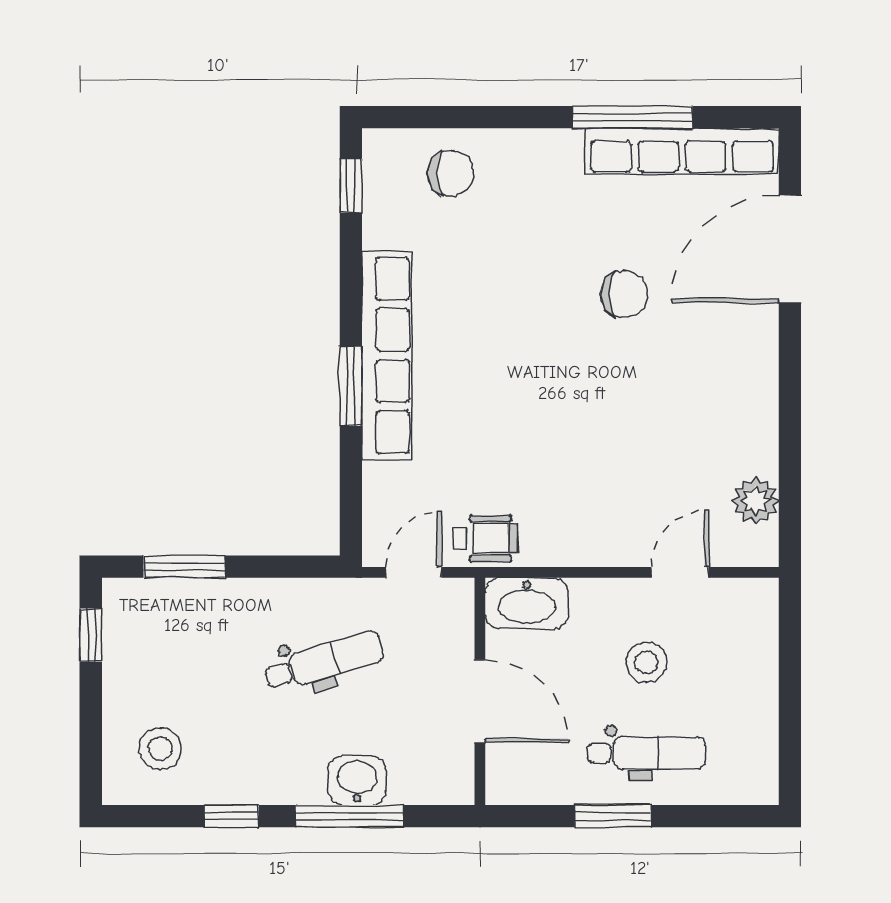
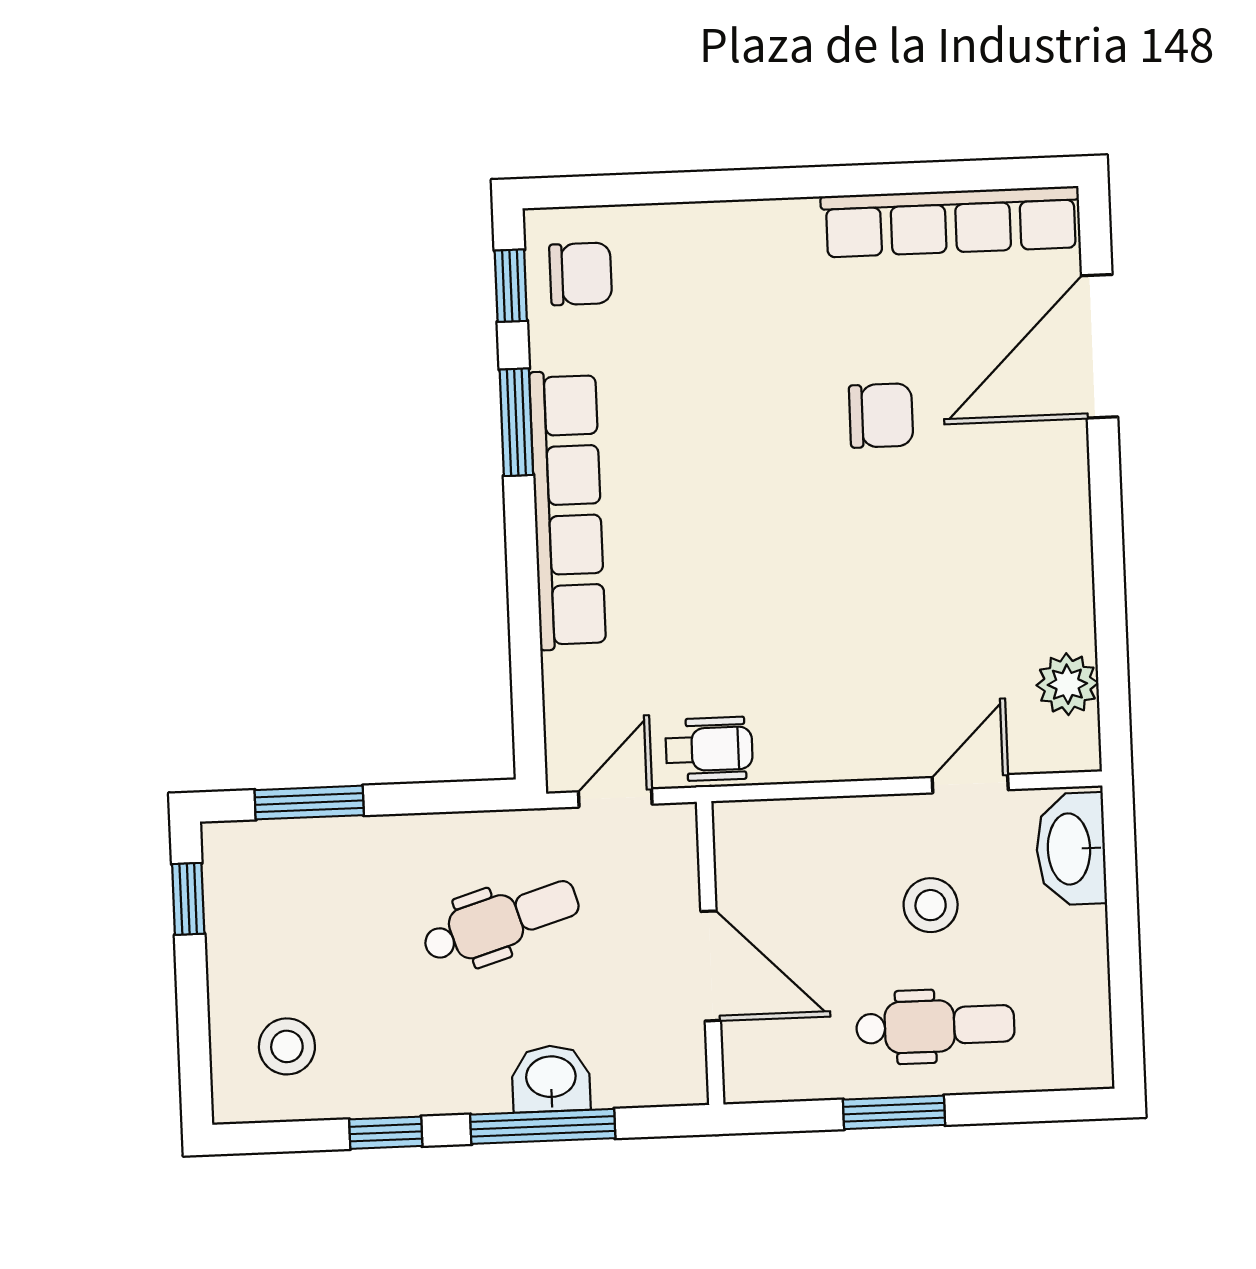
window: (632, 117) -> (883, 179), removed
chair: (451, 173) -> (581, 274), moved
window: (351, 386) -> (516, 422), moved
washbasin: (527, 603) -> (1071, 849), moved, turned 90

